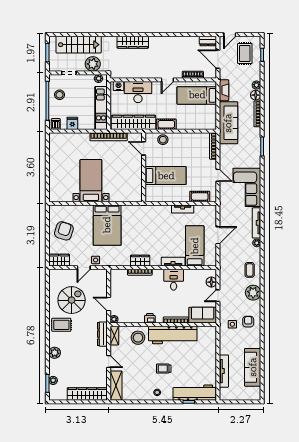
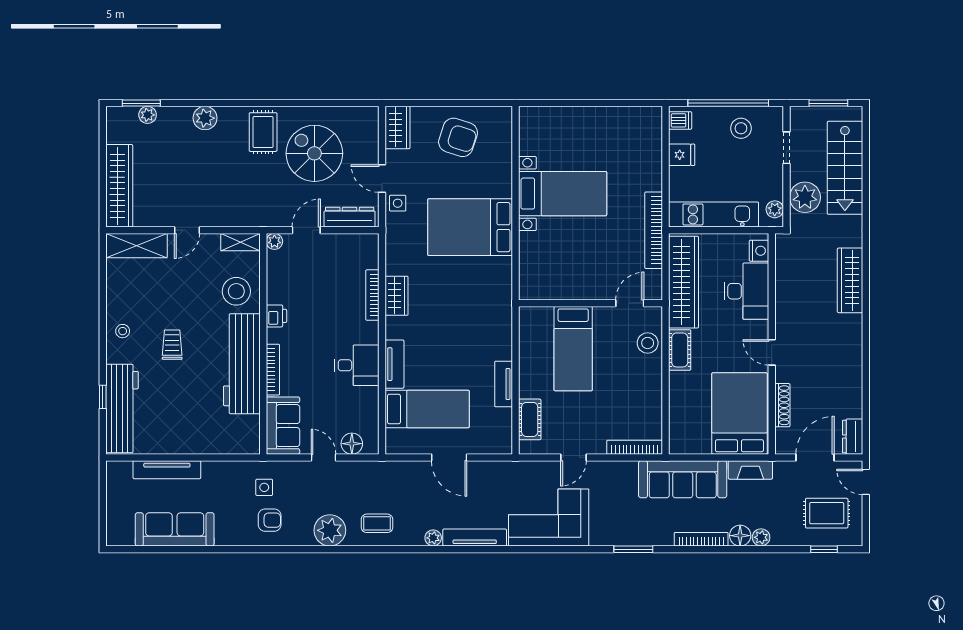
bed: (197, 95) -> (739, 413), width x1.50
spiral stairs: (72, 300) -> (314, 153), turned 180
dresser: (102, 334) -> (350, 217), moved

